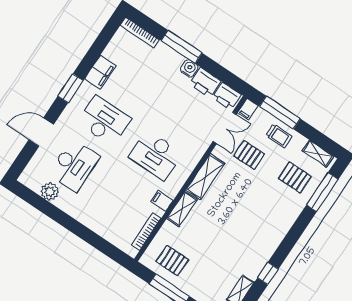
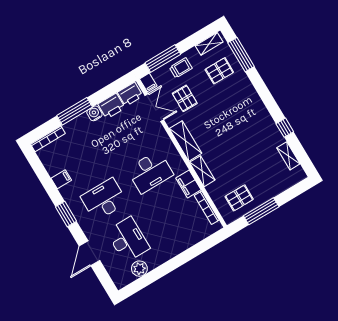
filing cabinet: (100, 72) -> (61, 179), width x0.50
pallet: (249, 155) -> (185, 98), turned 90
filing cabinet: (162, 201) -> (188, 184), width x2.00

